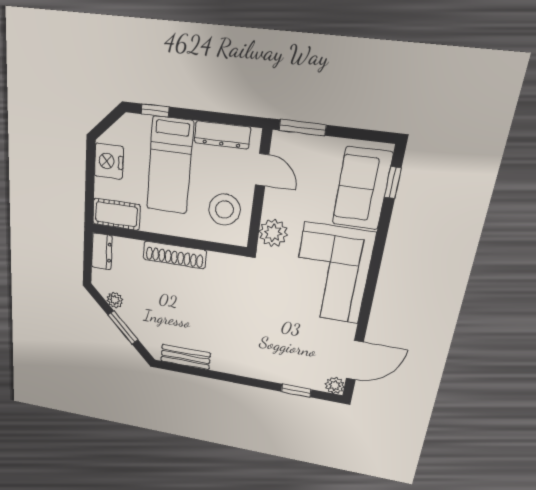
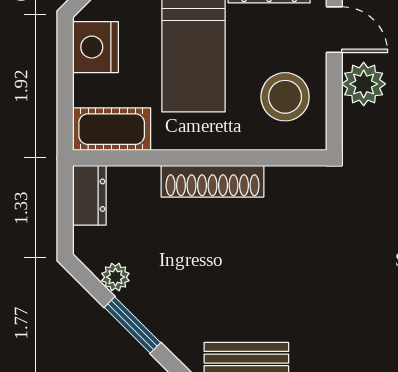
plant: (273, 233) -> (364, 84), moved

